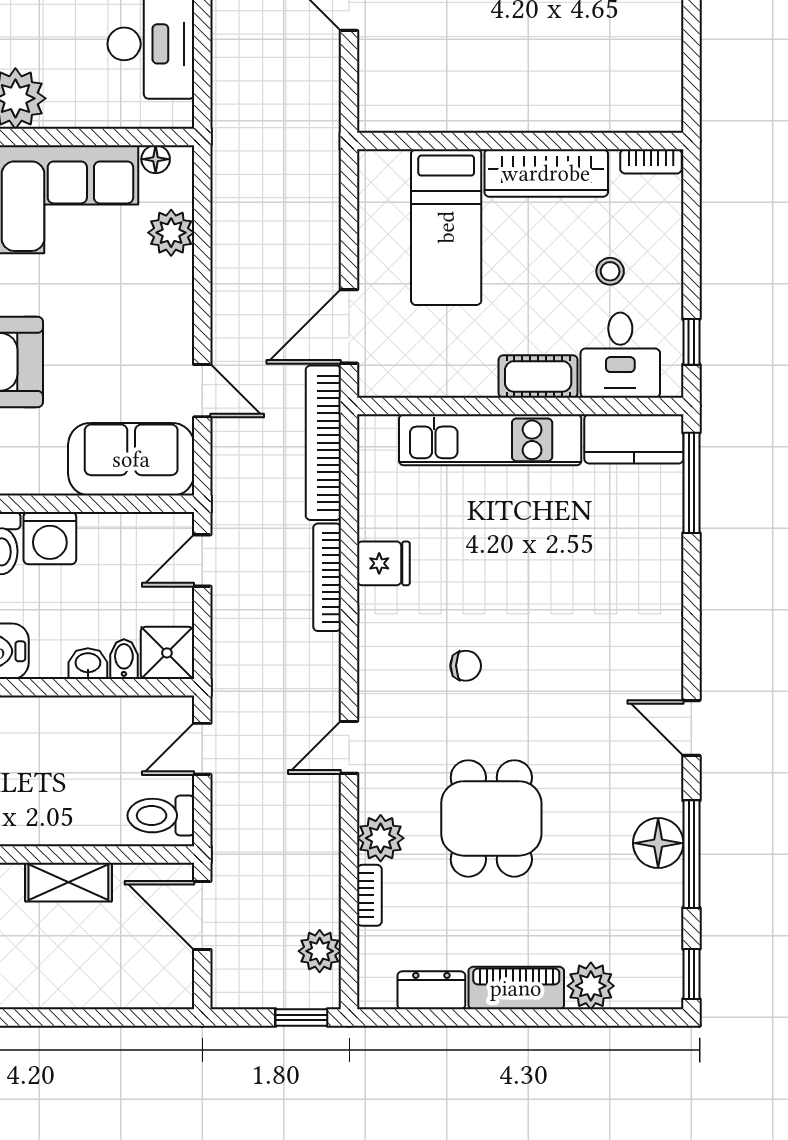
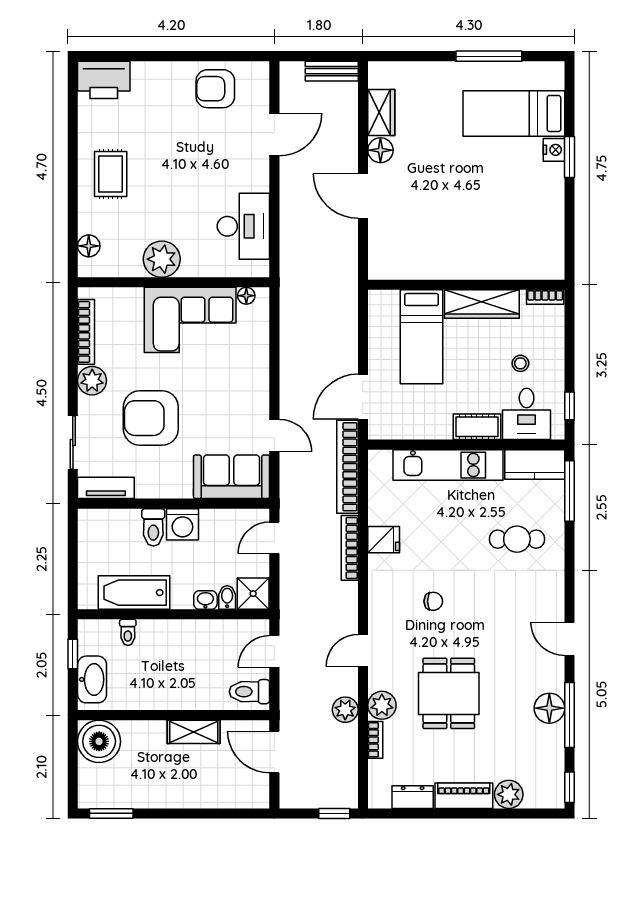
plant: (171, 233) -> (256, 340), removed
cafe table: (604, 563) -> (517, 539), added
plant: (320, 951) -> (345, 710), moved

